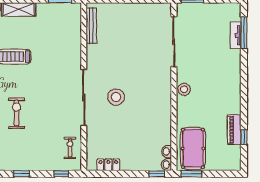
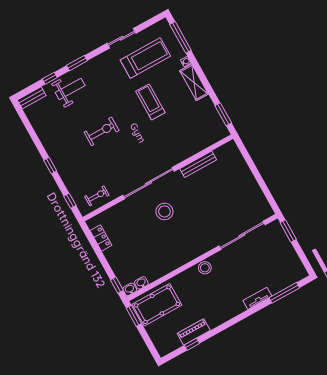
bench: (91, 26) -> (198, 164), moved
tv unit: (236, 35) -> (257, 298), moved

